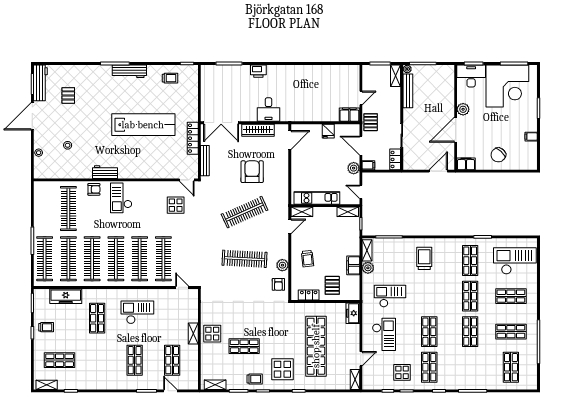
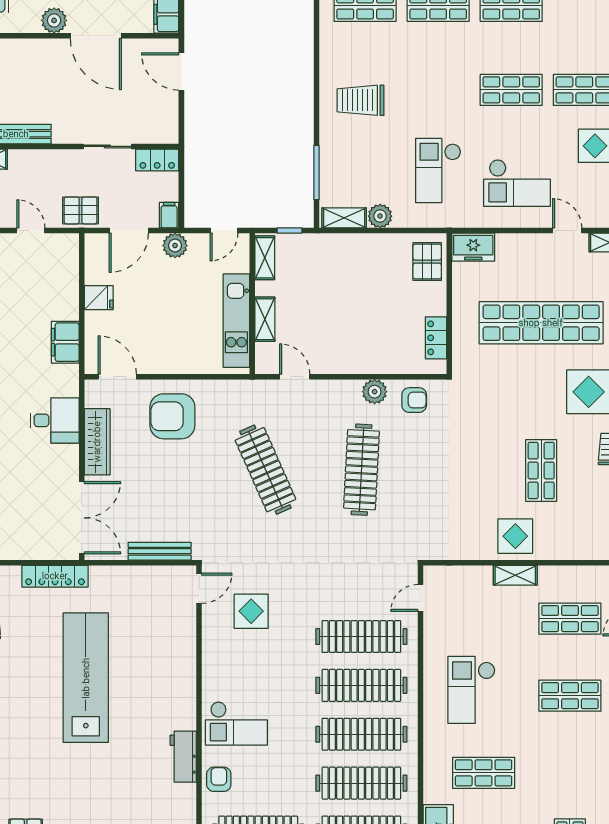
filing cabinet: (349, 115) -> (65, 342), moved
locker: (193, 138) -> (55, 576), moved
armchair: (252, 172) -> (172, 416), moved
shelving: (302, 212) -> (265, 319), moved
trolley: (308, 259) -> (361, 340), removed
filing cabinet: (353, 265) -> (375, 246), removed
pallet: (332, 285) -> (427, 262), moved, turned 90
checkout: (384, 334) -> (517, 183), turned 180

